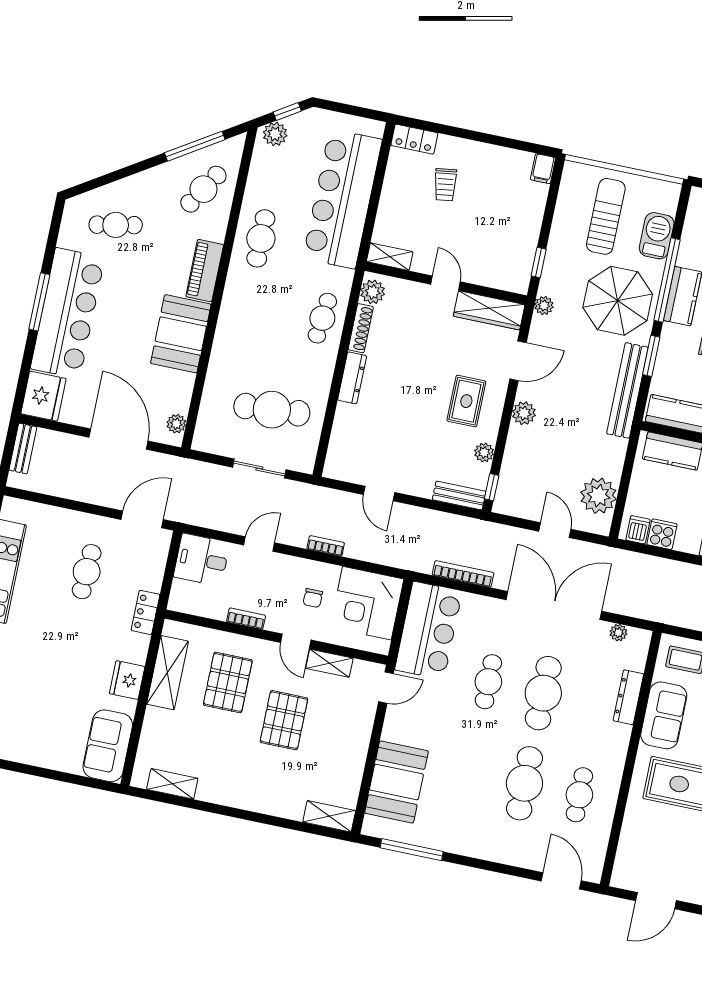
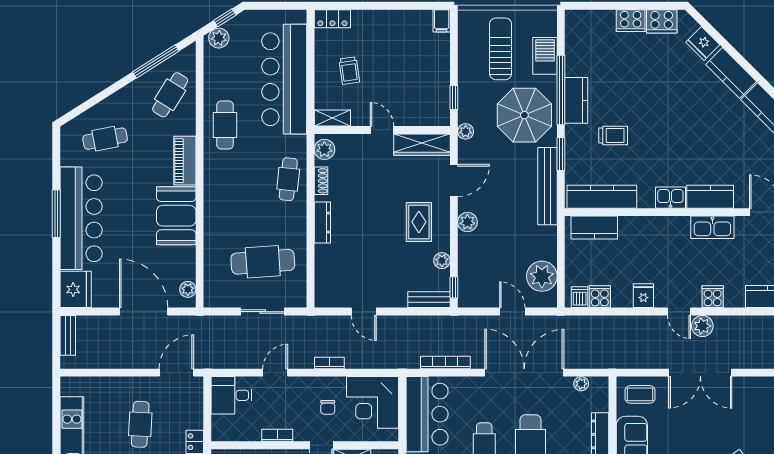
trolley: (445, 185) -> (349, 71), moved
shoe rack: (361, 328) -> (321, 181), width x0.70

